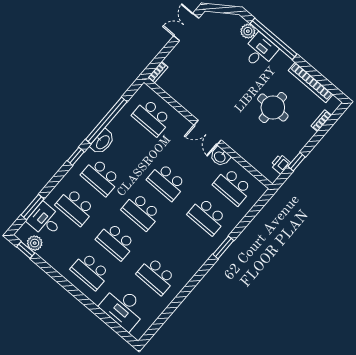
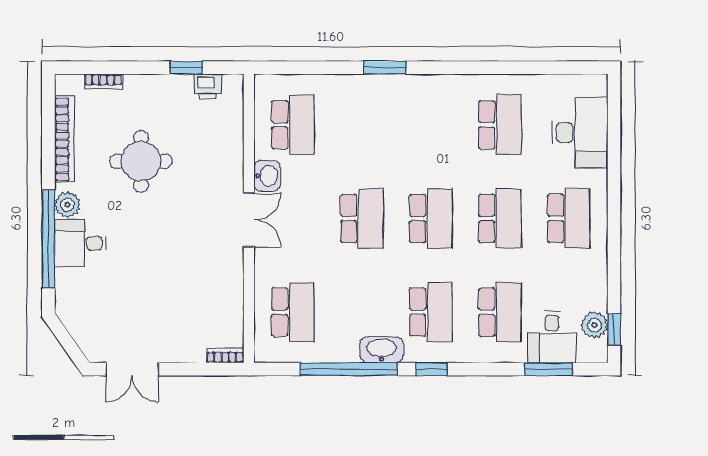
plant: (248, 31) -> (67, 205), moved
school desk: (207, 216) -> (362, 125), removed

